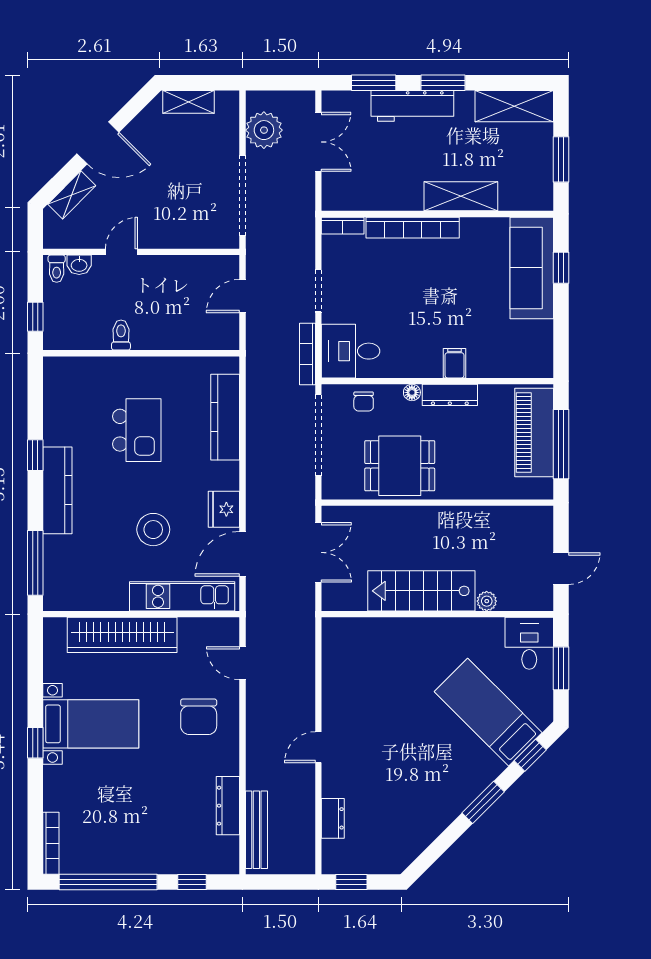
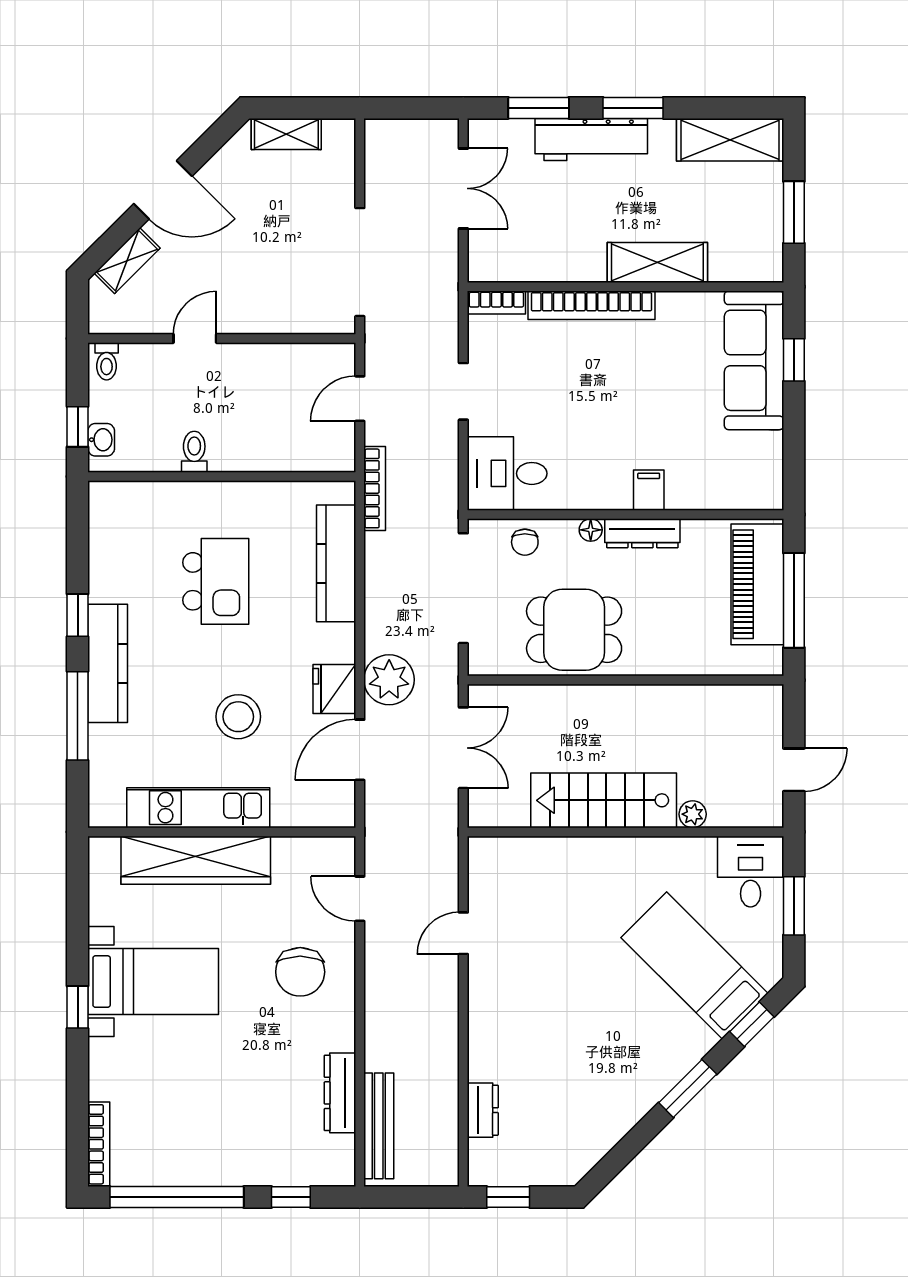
plant: (264, 130) -> (389, 680), moved
washbasin: (79, 265) -> (101, 440), moved, turned -90
bookcase: (307, 354) -> (375, 488), moved, turned 180
window: (35, 563) -> (78, 716), moved
kitchen unit: (182, 596) -> (198, 808), moved
door: (318, 747) -> (463, 933), moved

